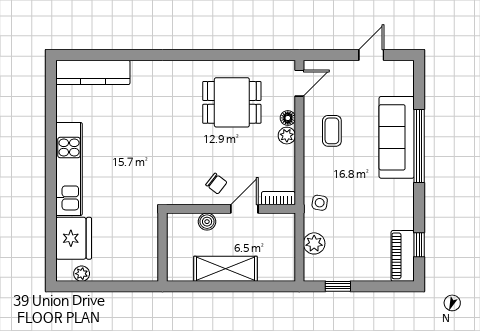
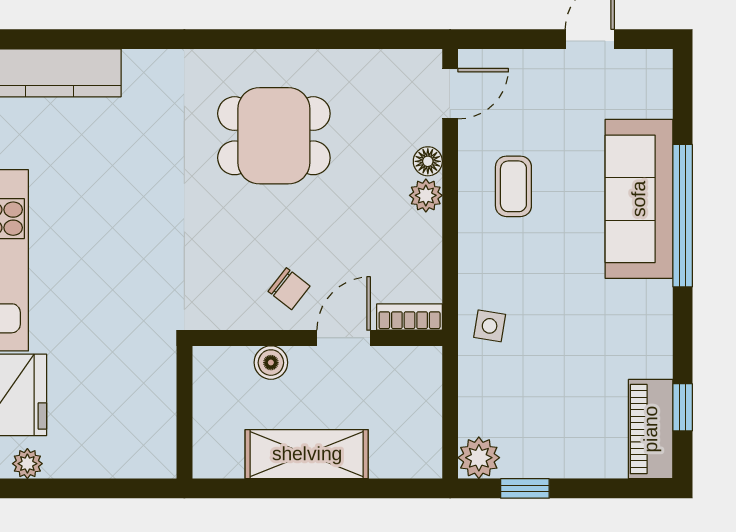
dining table: (232, 102) -> (274, 136), moved
plant: (314, 243) -> (479, 458), moved

